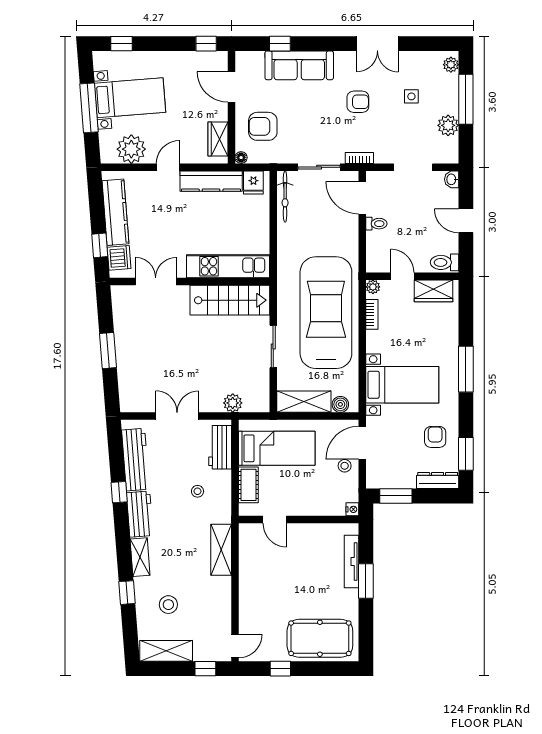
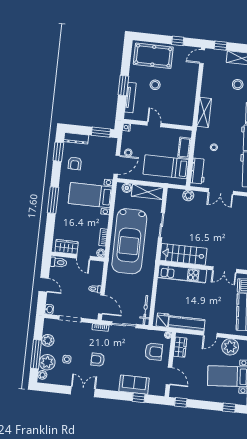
sofa: (299, 65) -> (134, 385), width x0.73
plant: (445, 87) -> (47, 362), added
door: (275, 520) -> (154, 124), moved
stool: (311, 588) -> (155, 85), added

